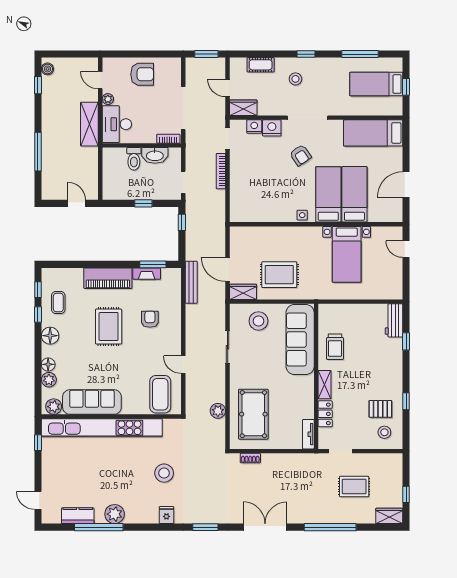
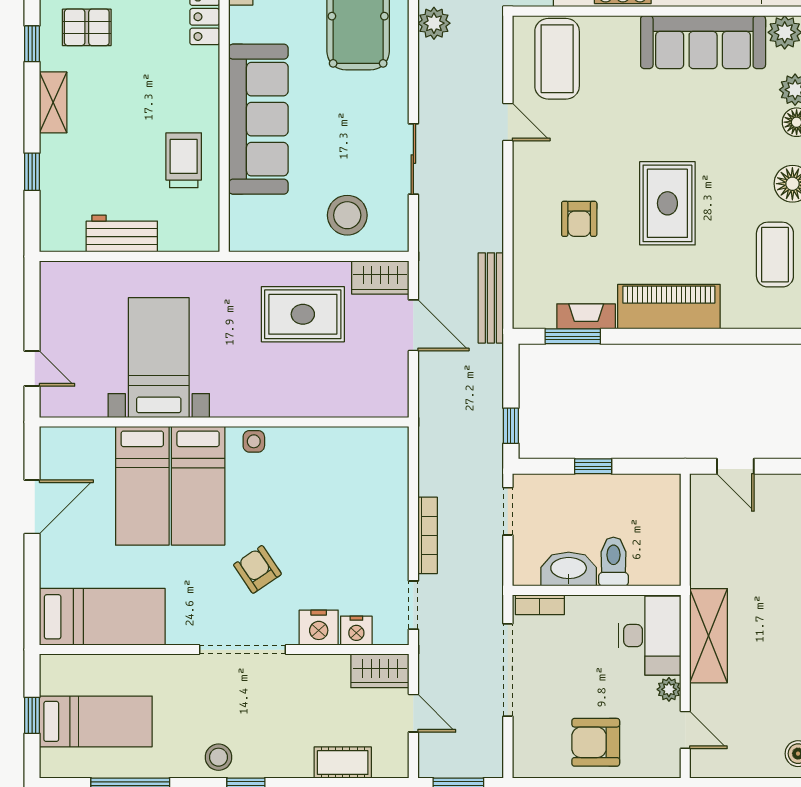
stool: (295, 79) -> (219, 757), moved
coffee table: (58, 303) -> (775, 255), width x1.36, depth x1.30
workbench: (394, 320) -> (122, 234), moved, turned -90
sofa: (300, 340) -> (258, 119), moved
shelving: (325, 385) -> (53, 102), moved

